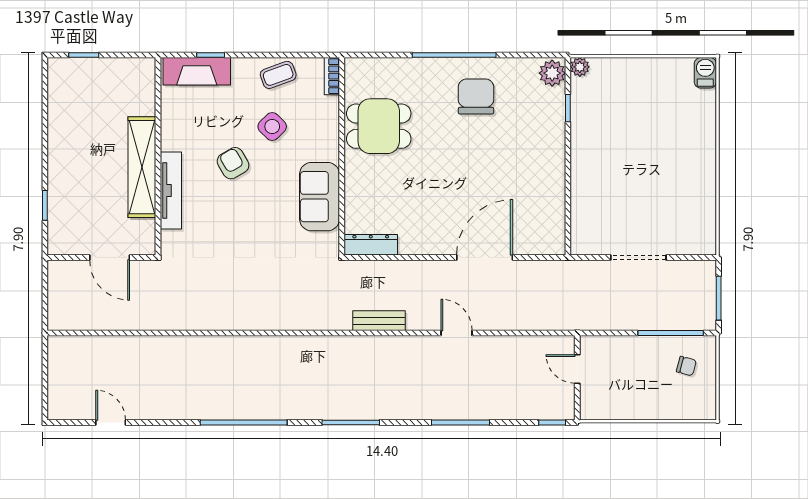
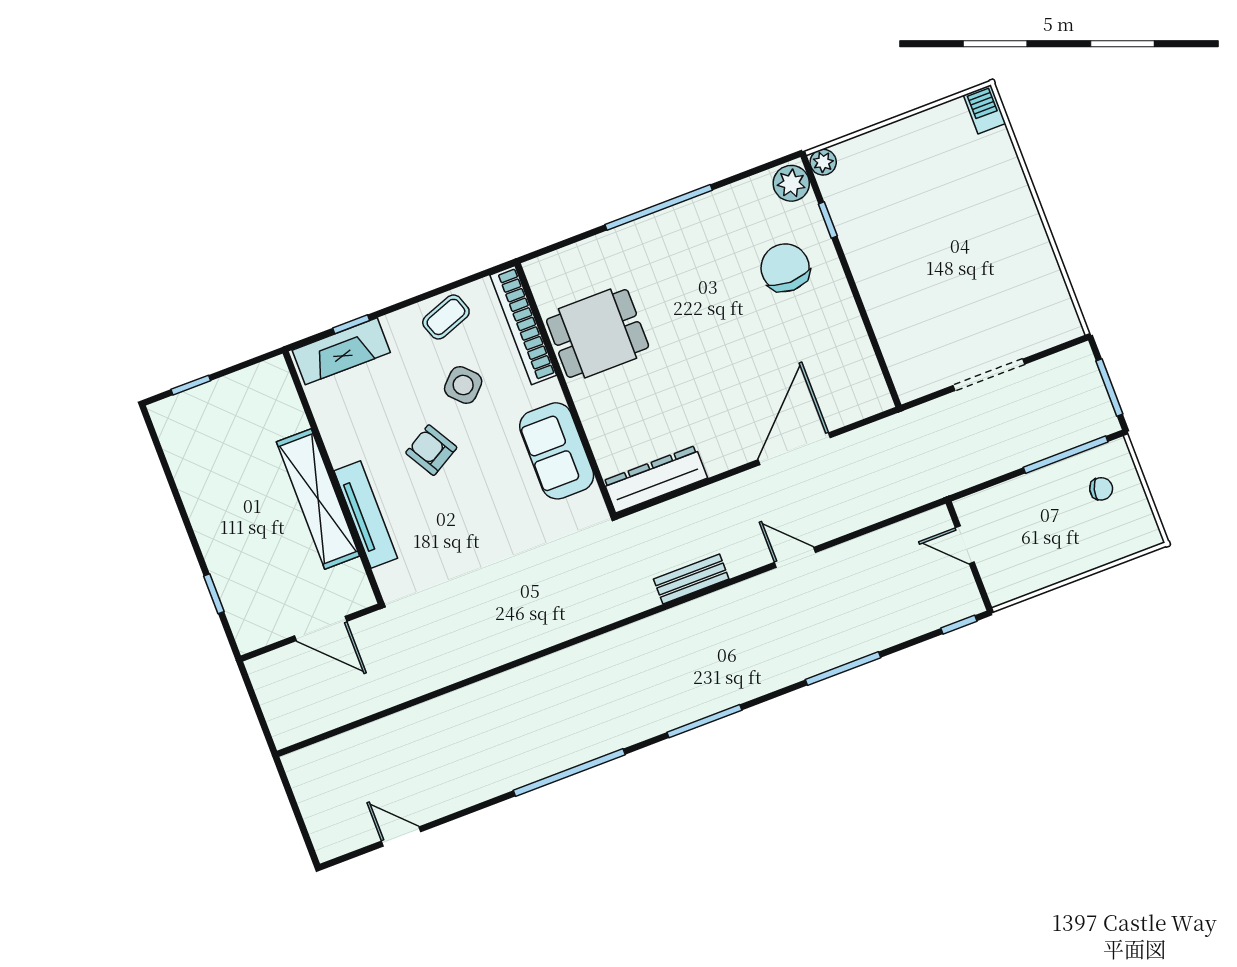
bookcase: (332, 76) -> (523, 325), width x2.31, depth x1.31
chair: (476, 96) -> (785, 268), moved
dresser: (371, 245) -> (655, 479), width x1.37, depth x1.24

